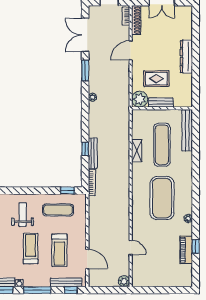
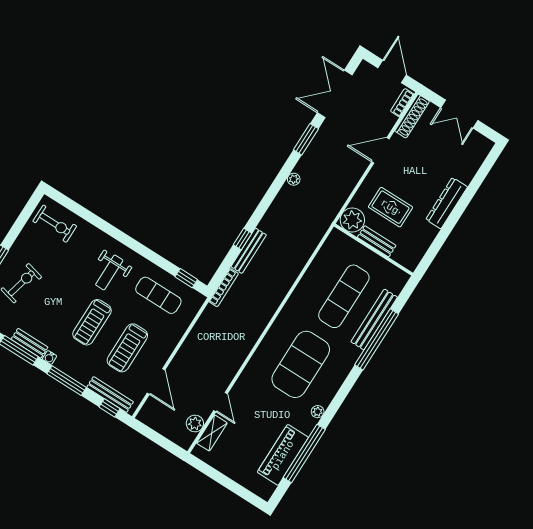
bench: (187, 130) -> (374, 320), moved
shelving: (137, 151) -> (212, 433), moved
window: (196, 157) -> (377, 339), added
weight bench: (23, 215) -> (109, 272), turned 180
window: (196, 247) -> (304, 454), width x3.17
treadmill: (31, 248) -> (92, 322), turned 180
piano: (186, 250) -> (283, 455), width x1.37, depth x1.33
plant: (124, 281) -> (195, 424), moved

